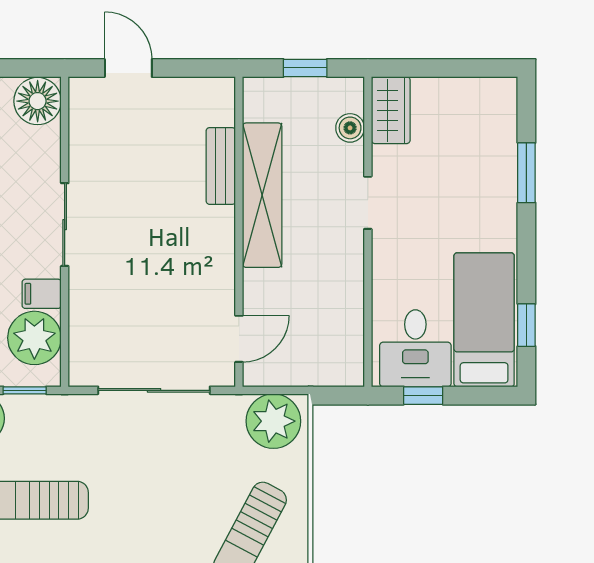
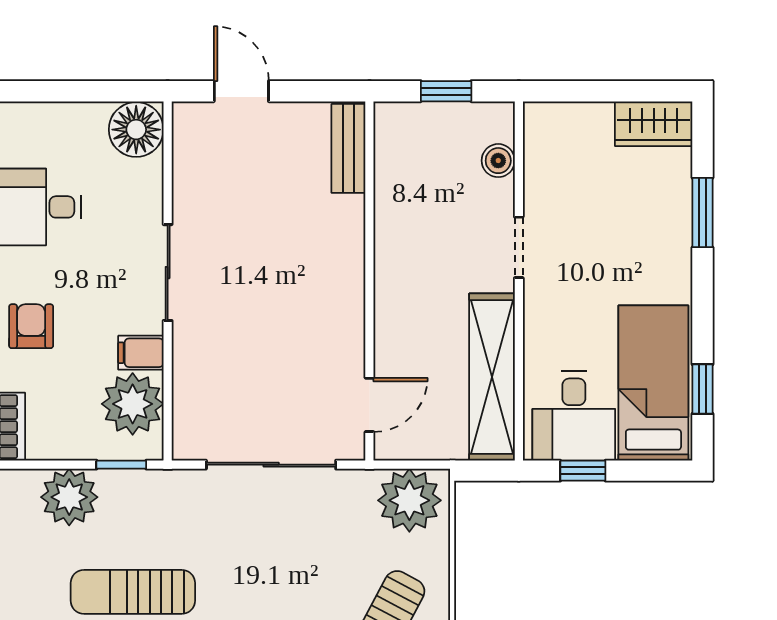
wardrobe: (391, 110) -> (654, 124), moved, turned 90
bench: (221, 166) -> (348, 148), moved
shelving: (262, 195) -> (492, 377), moved

